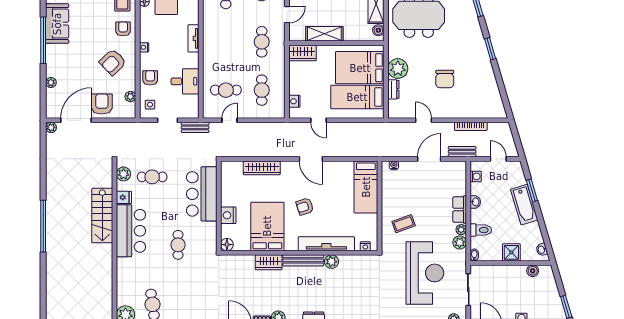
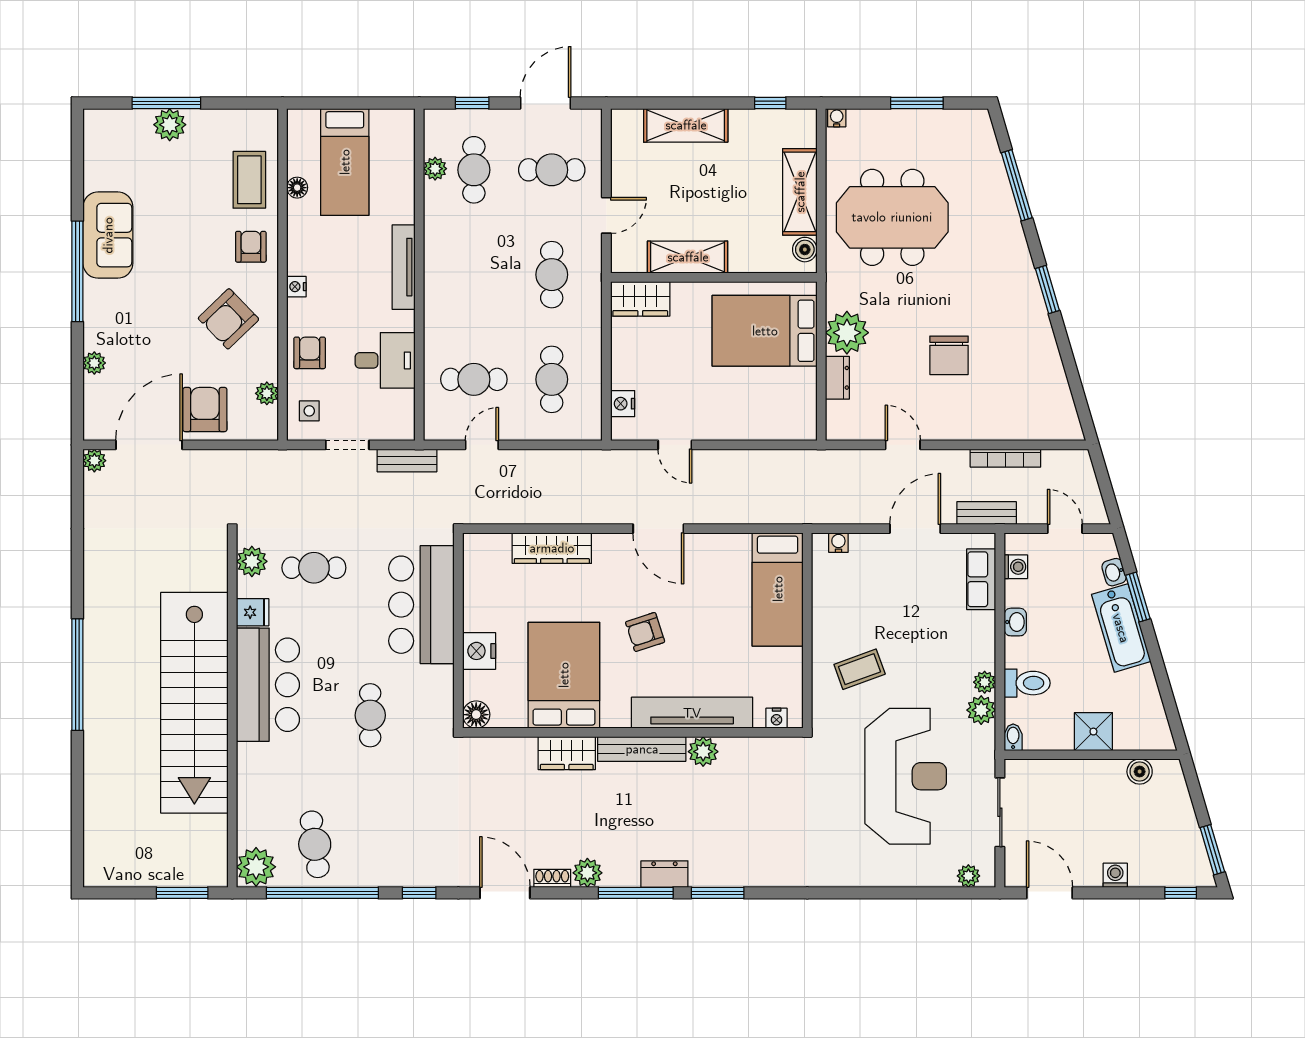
tv unit: (193, 38) -> (404, 267), width x1.41
bed: (357, 97) -> (759, 394), removed
row of seats: (460, 209) -> (981, 579), moved
stairs: (102, 216) -> (194, 703), width x1.86, depth x1.51
washbasin: (542, 250) -> (1114, 572), moved

